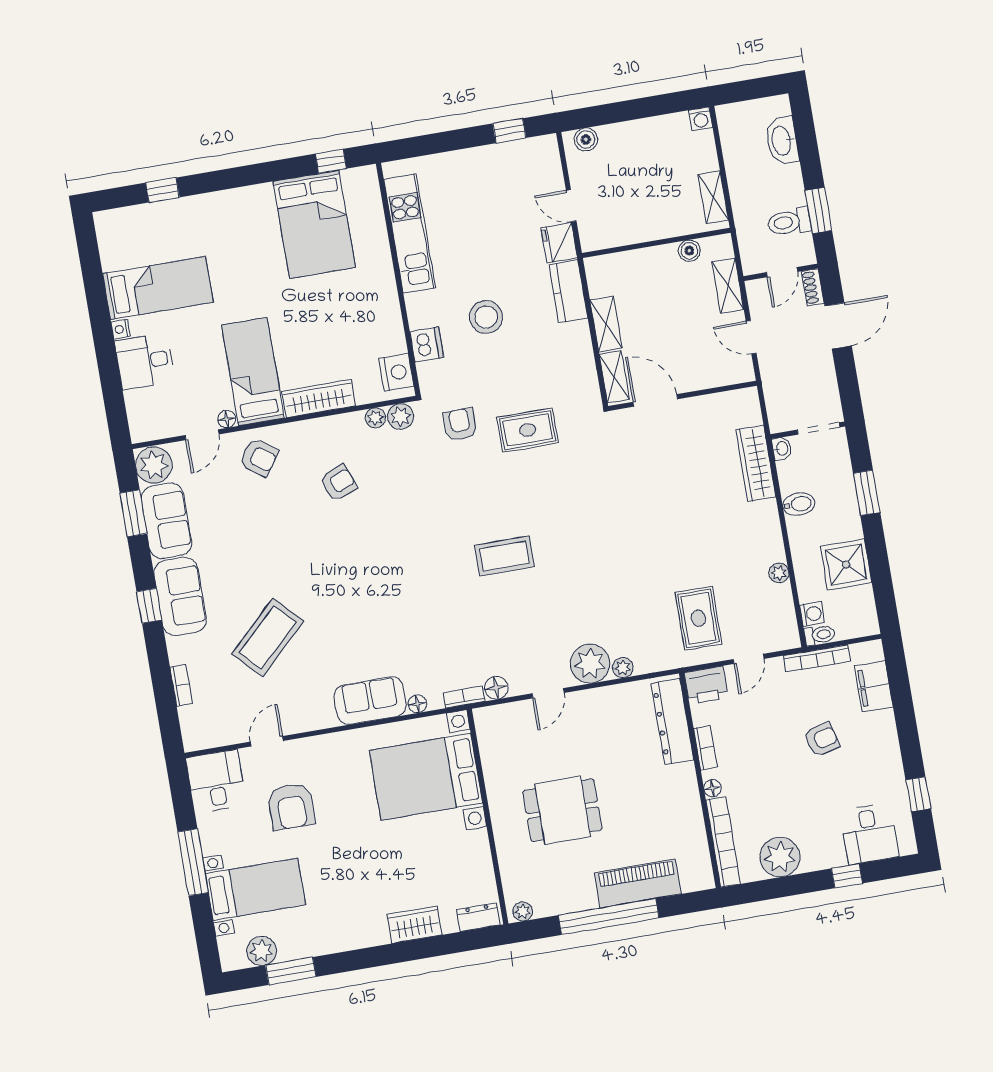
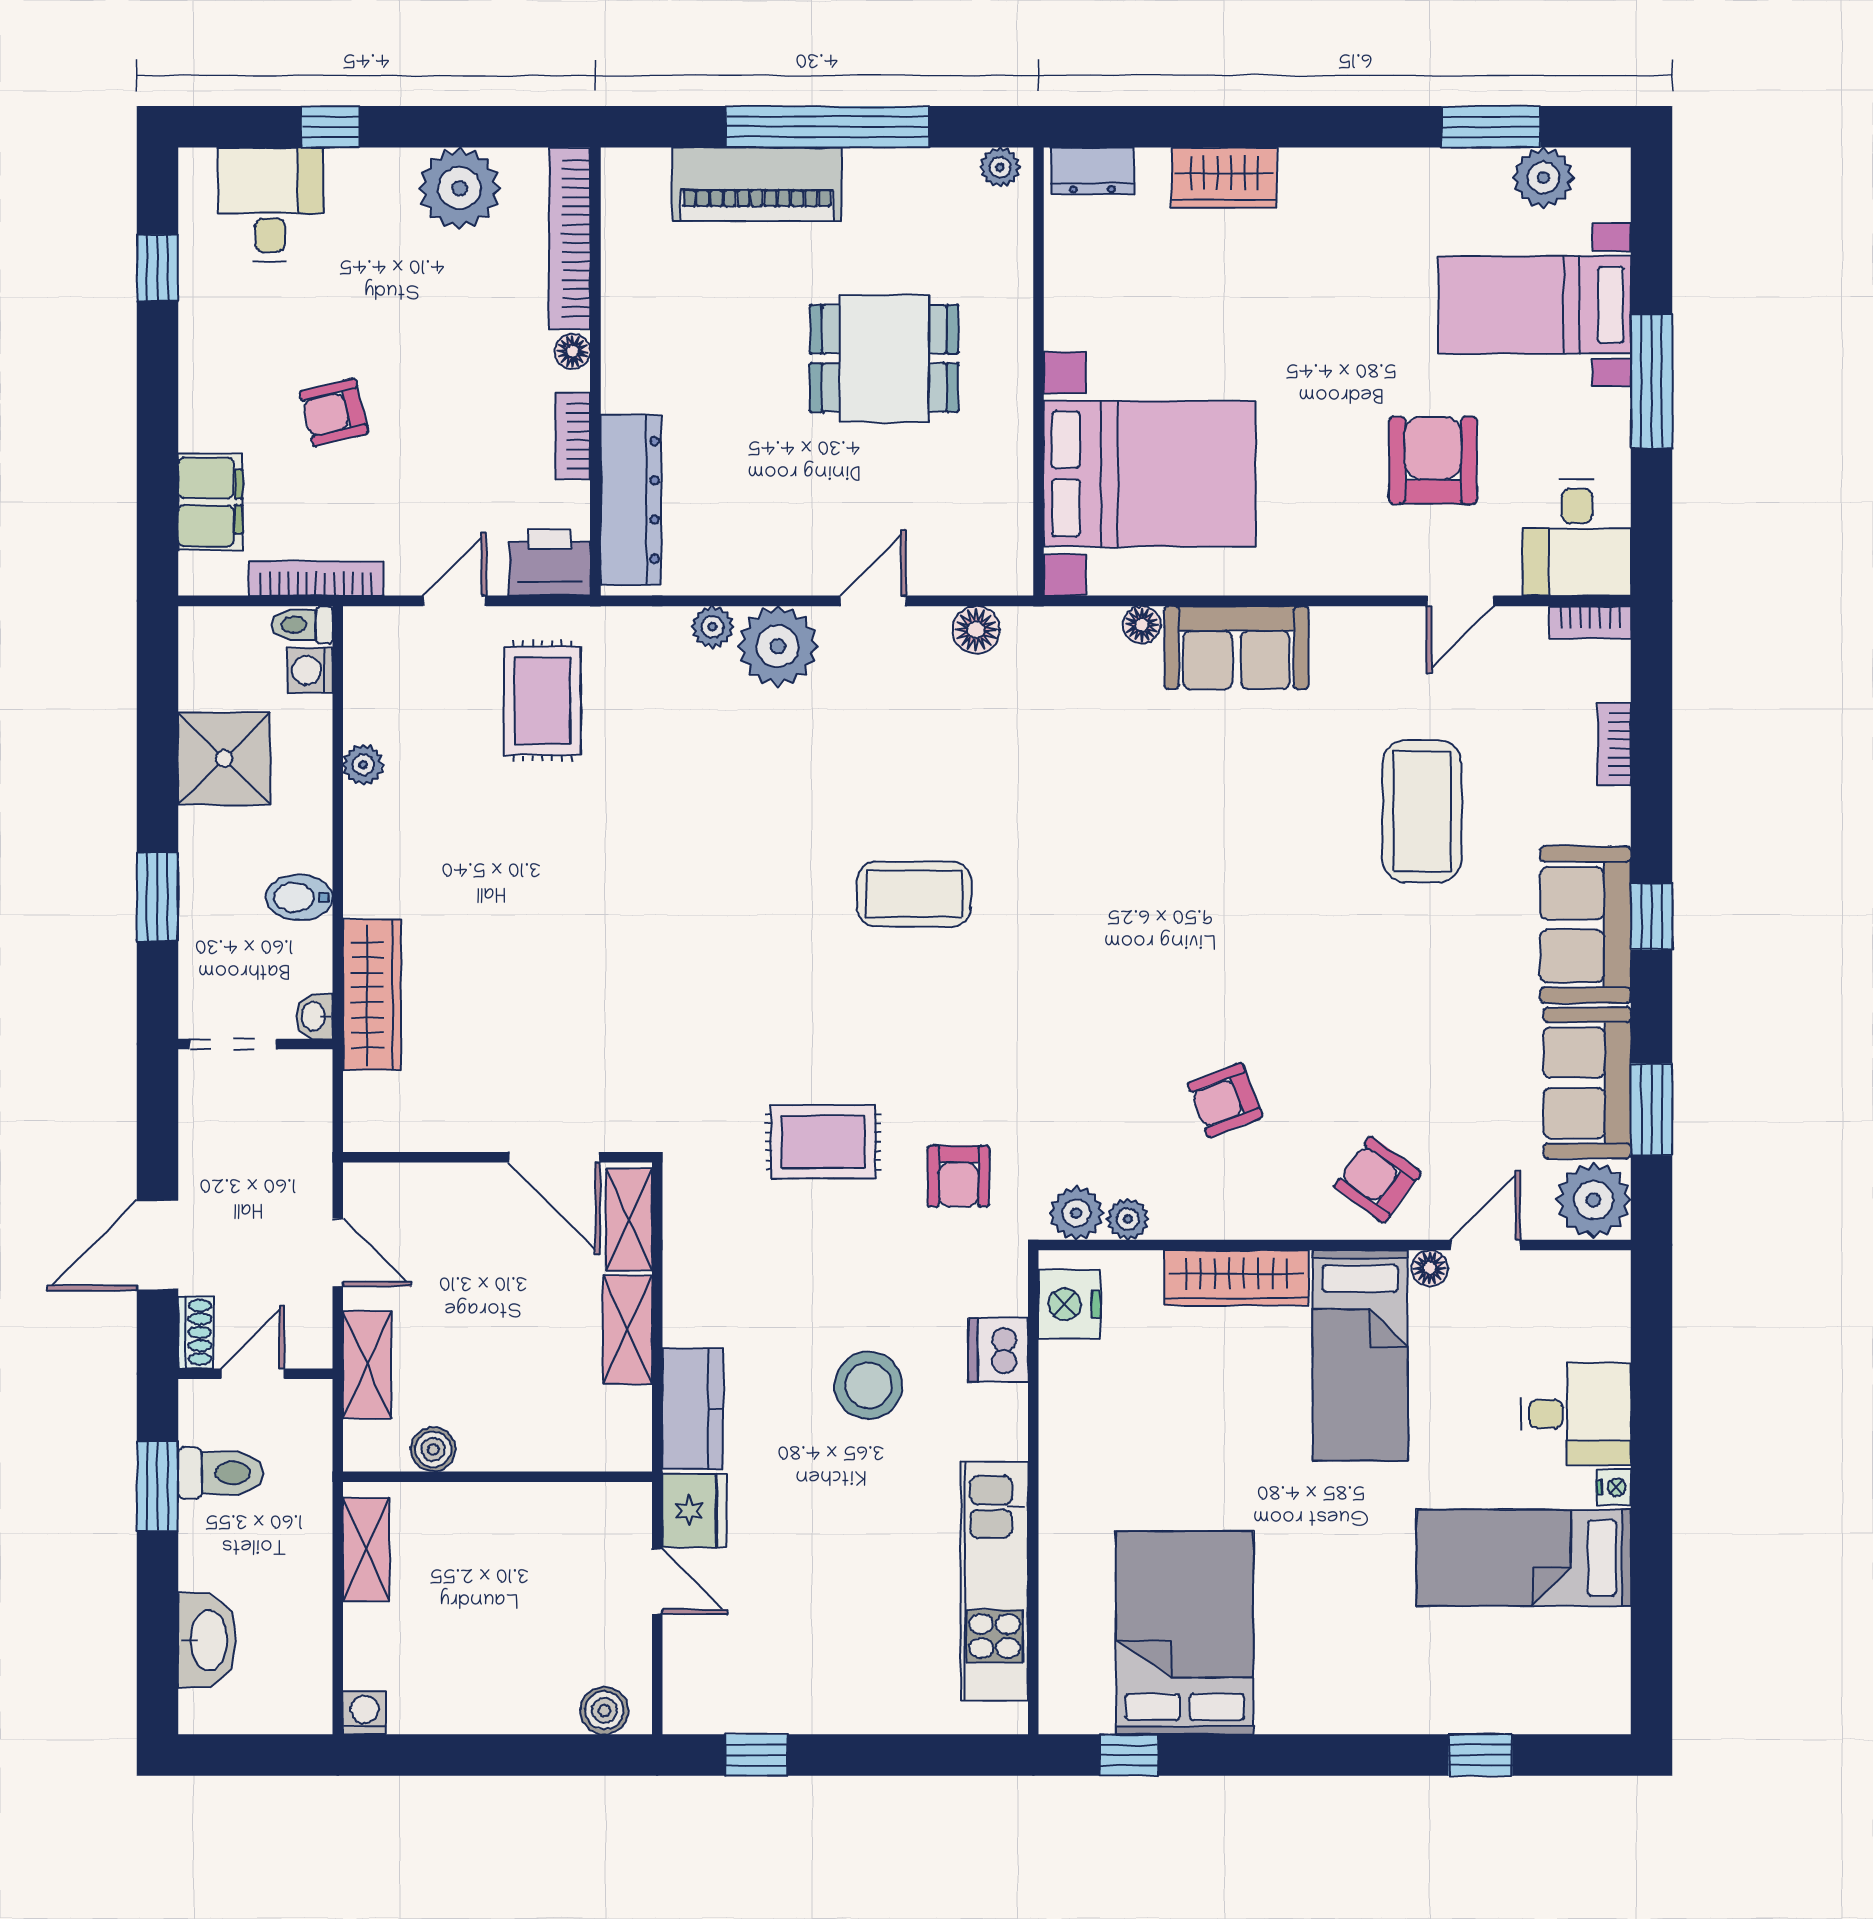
coffee table: (268, 637) -> (1422, 811), turned -46
bookcase: (464, 697) -> (1590, 622), moved

